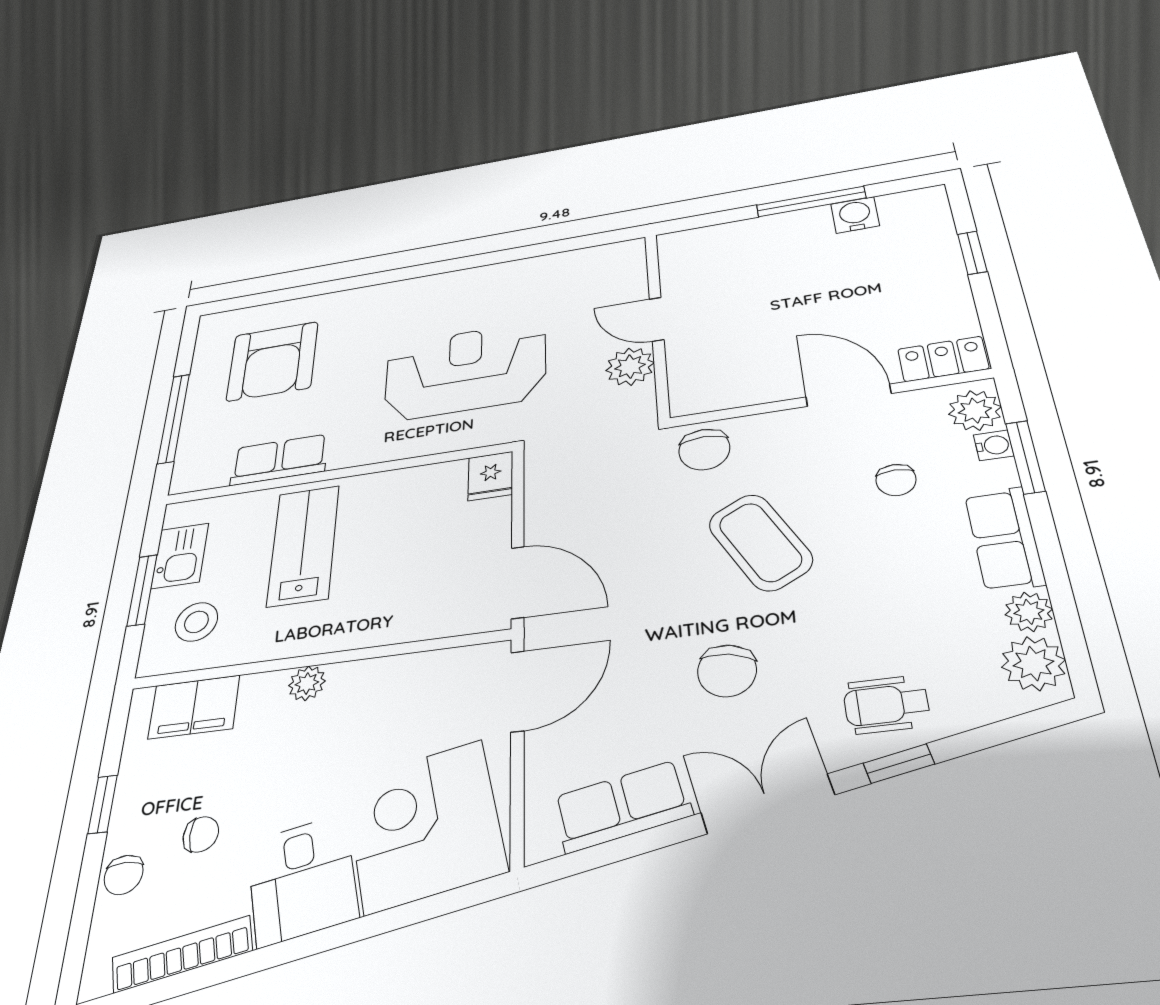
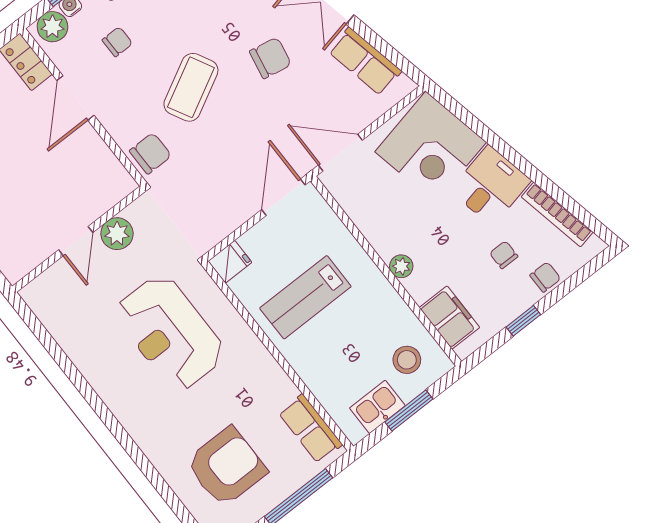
row of seats: (279, 460) -> (310, 429), moved
lab bench: (303, 545) -> (305, 297), moved

